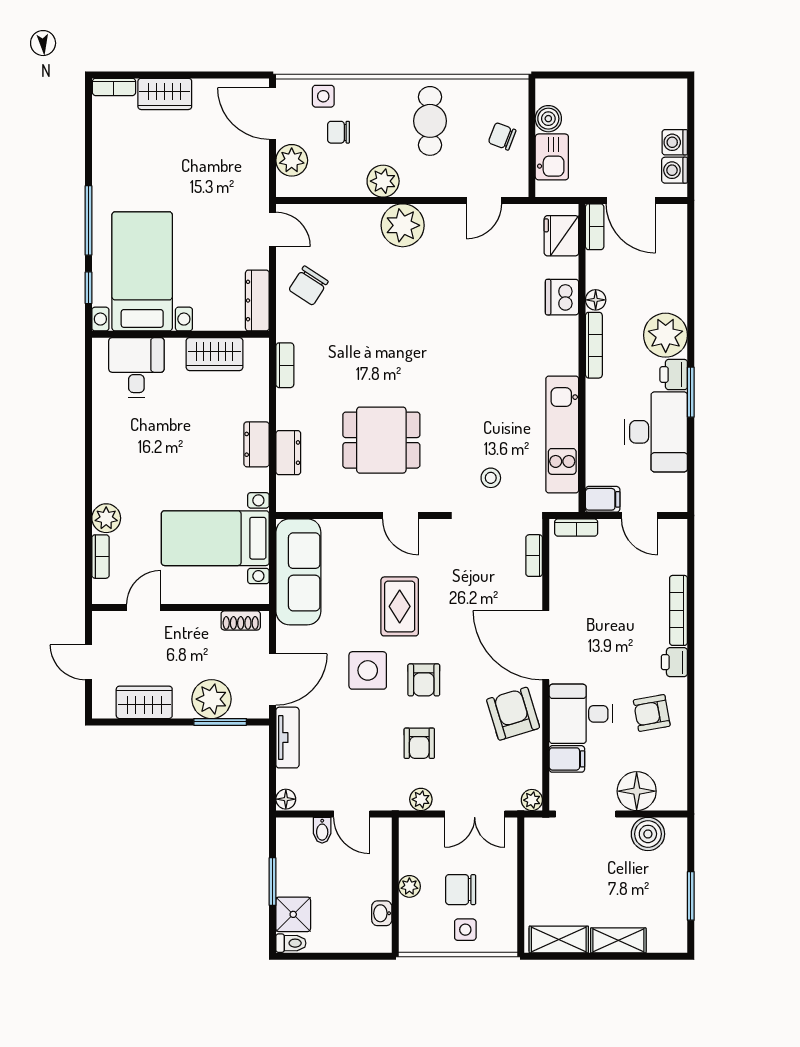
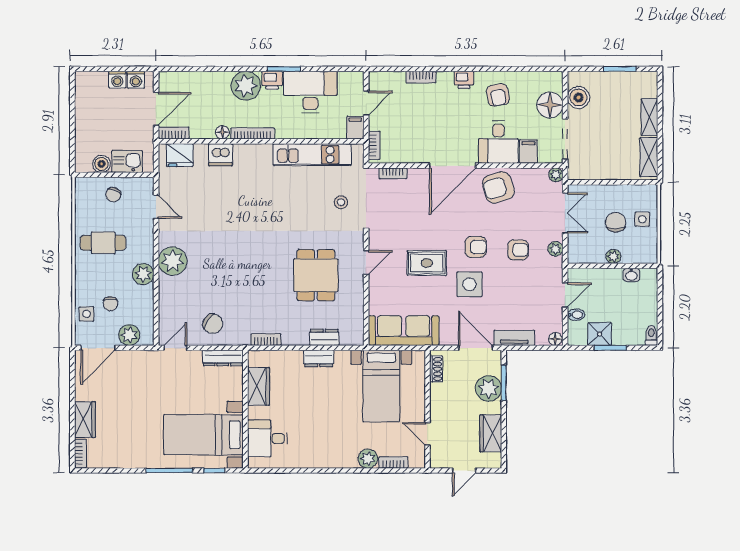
bookcase: (679, 610) -> (421, 77), width x0.64
chair: (461, 890) -> (616, 222), turned 180
shower: (293, 914) -> (600, 334), moved

